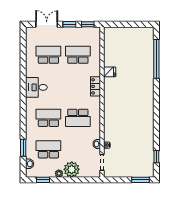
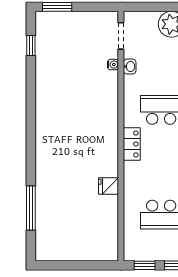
window: (156, 59) -> (31, 208), width x0.68
locker: (96, 86) -> (132, 144), moved

